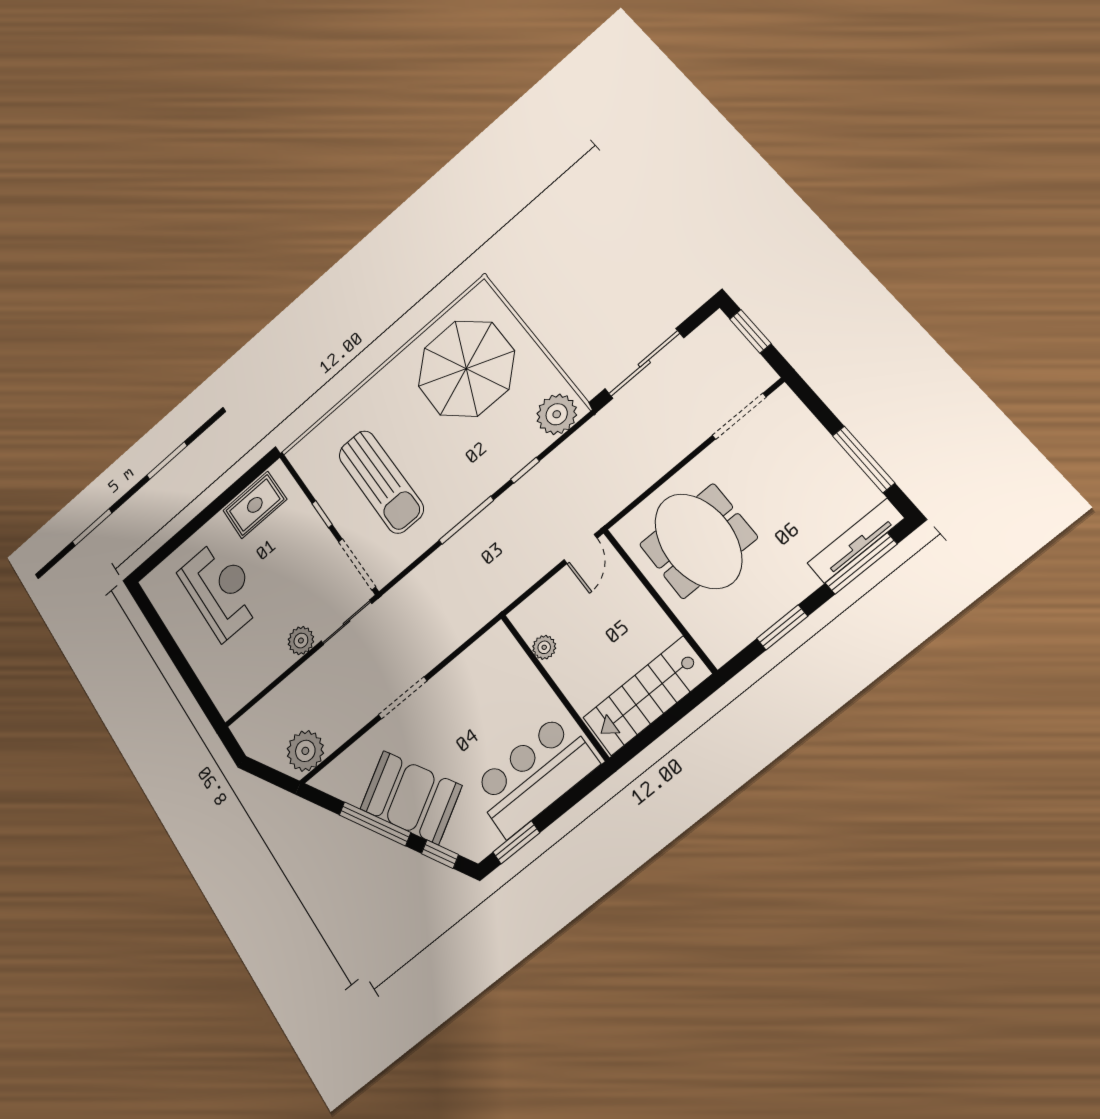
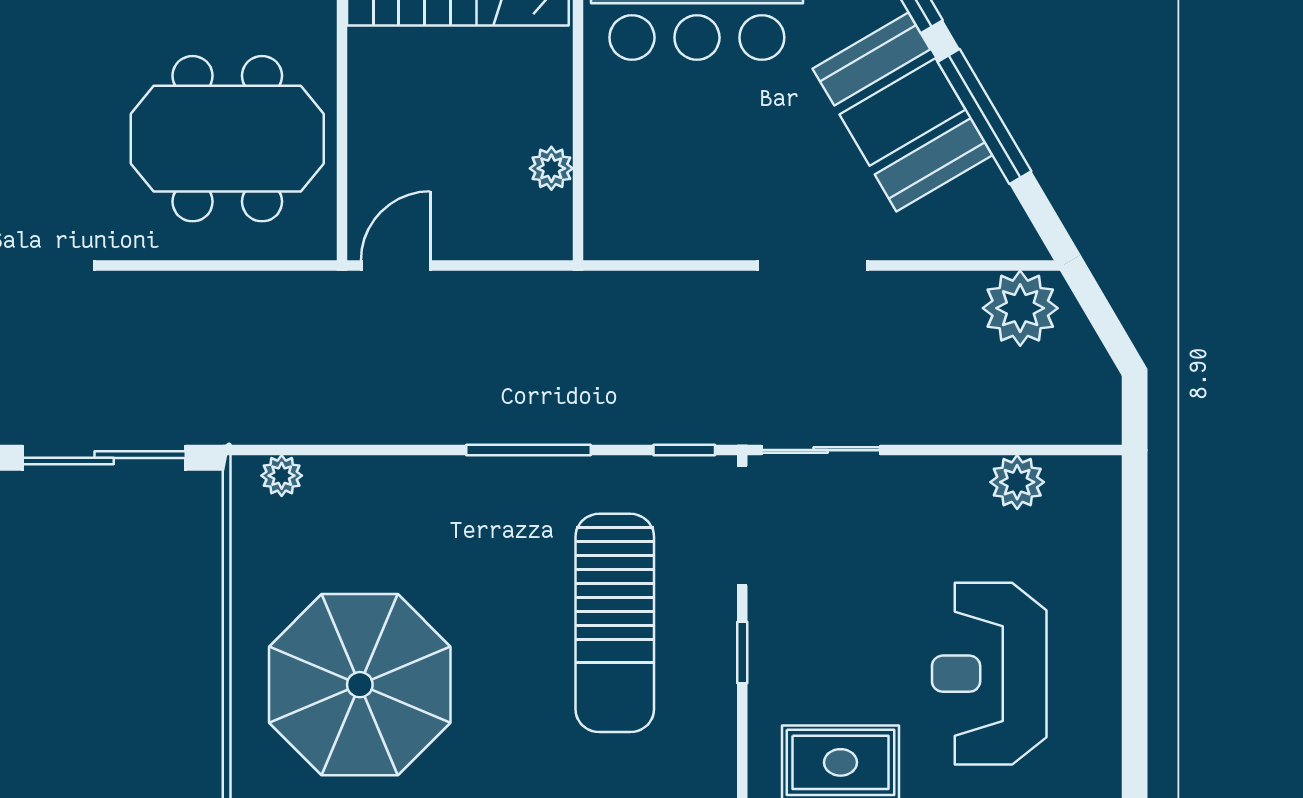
plant: (557, 414) -> (282, 476), width x0.53, depth x0.53
window: (525, 470) -> (684, 450), moved
sun lounger: (381, 482) -> (615, 623), turned 180
meeting table: (698, 541) -> (227, 139), turned 90
plant: (301, 641) -> (1017, 482), moved

